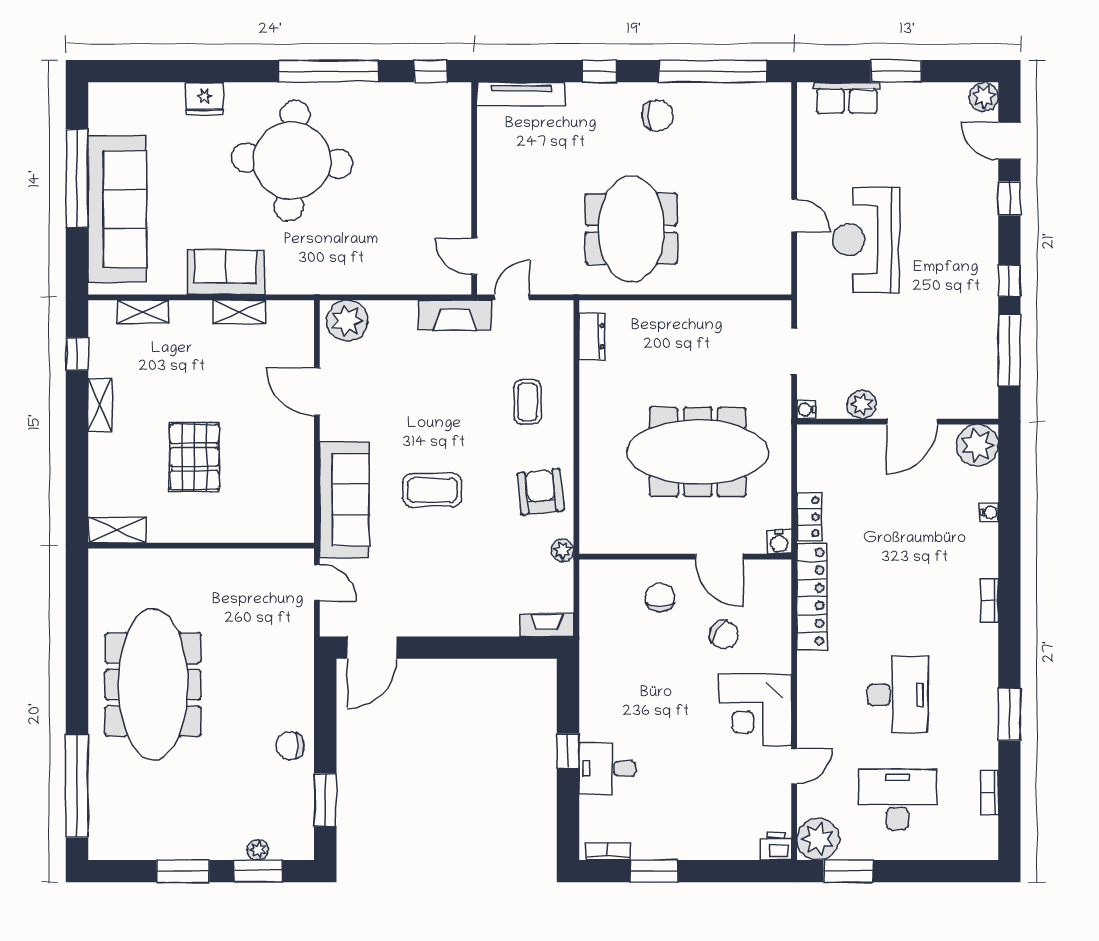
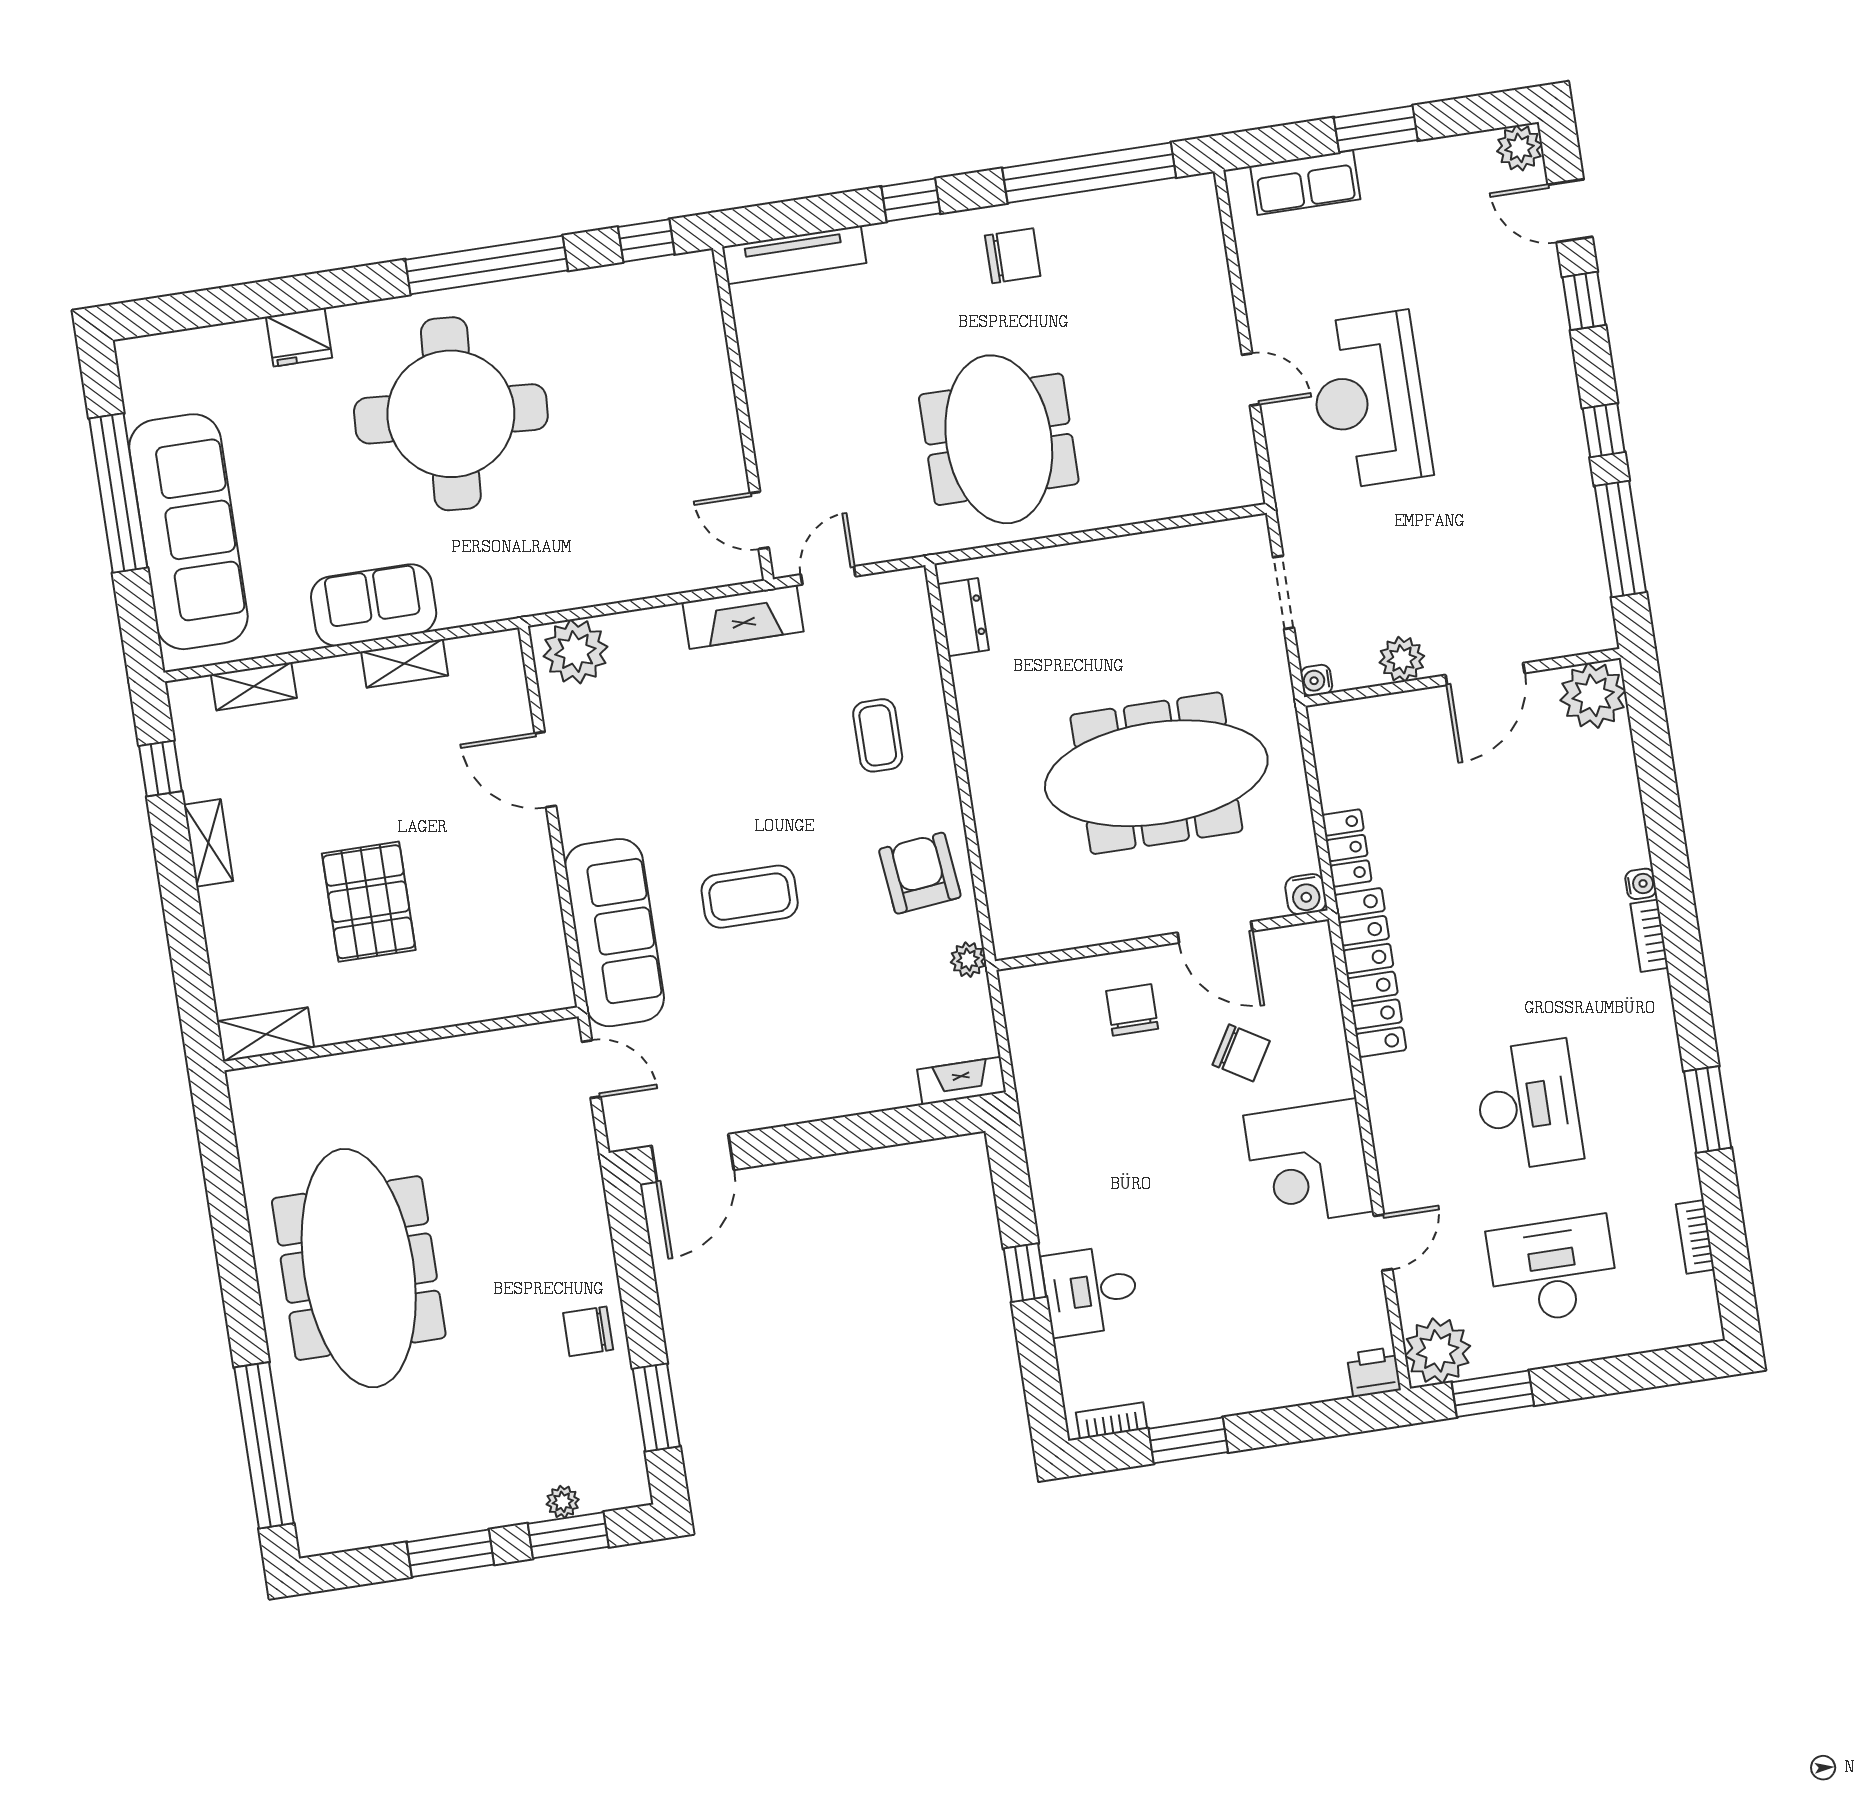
water cooler: (989, 512) -> (1641, 884), moved

